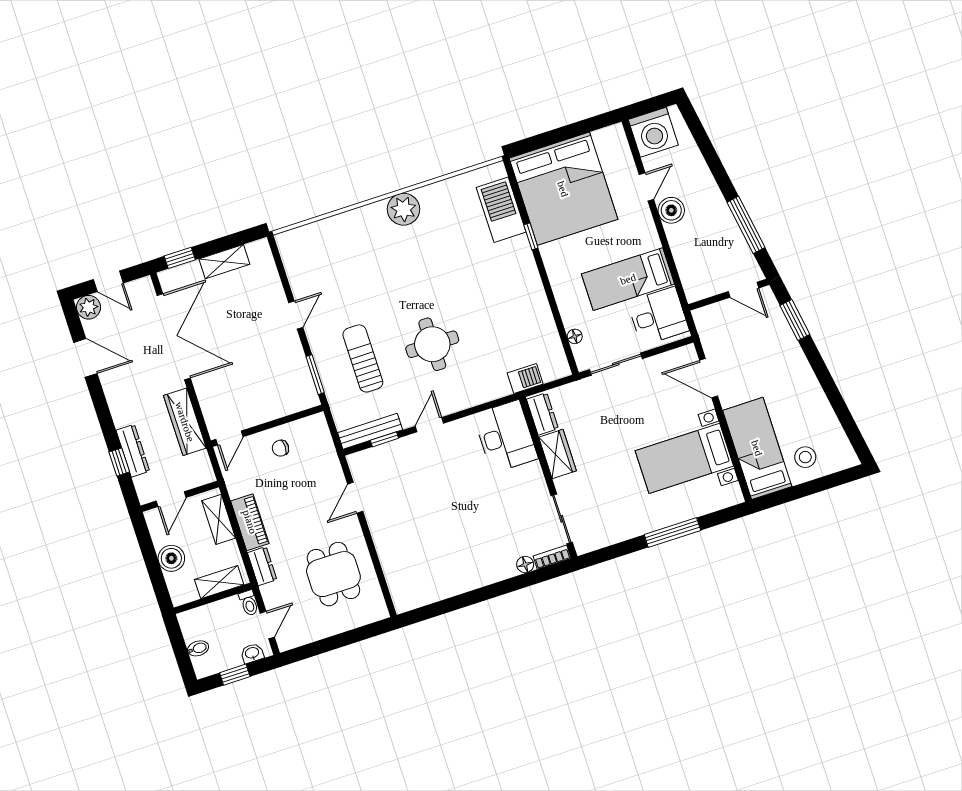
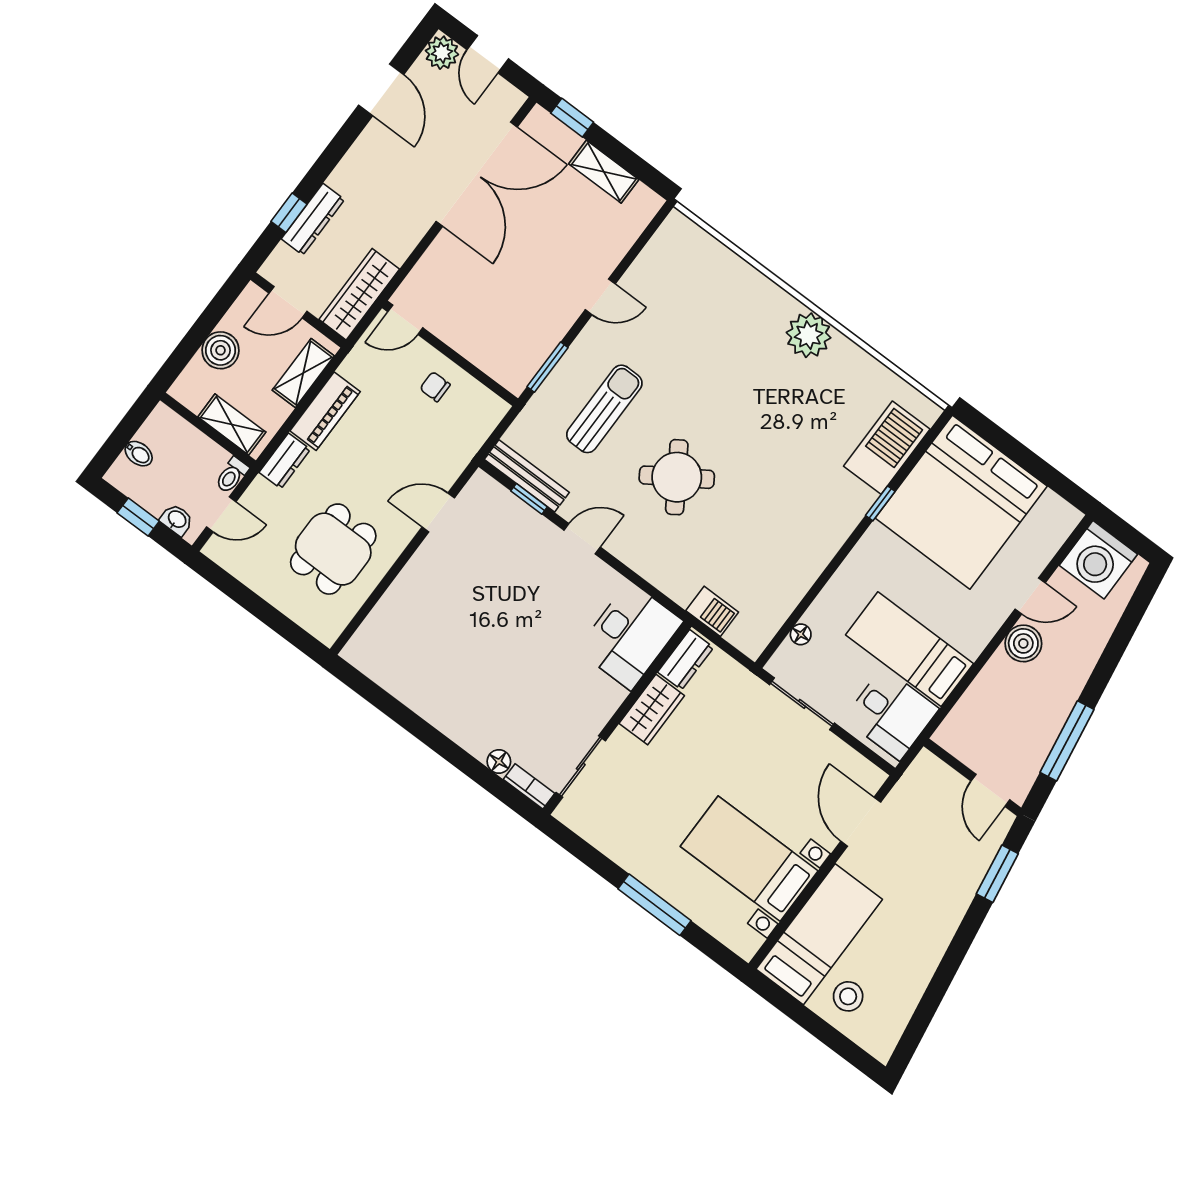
round table: (432, 344) -> (677, 477), turned -33
wardrobe: (185, 422) -> (359, 294), moved

